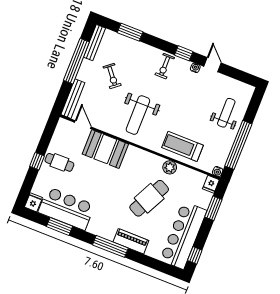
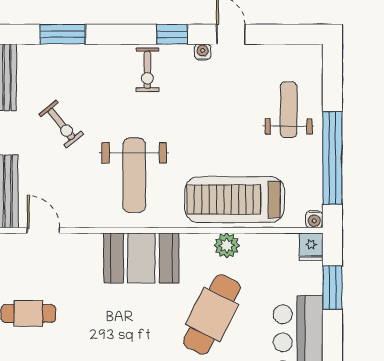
treadmill: (182, 146) -> (235, 200), width x1.37, depth x1.38
booth: (105, 149) -> (141, 258), moved

